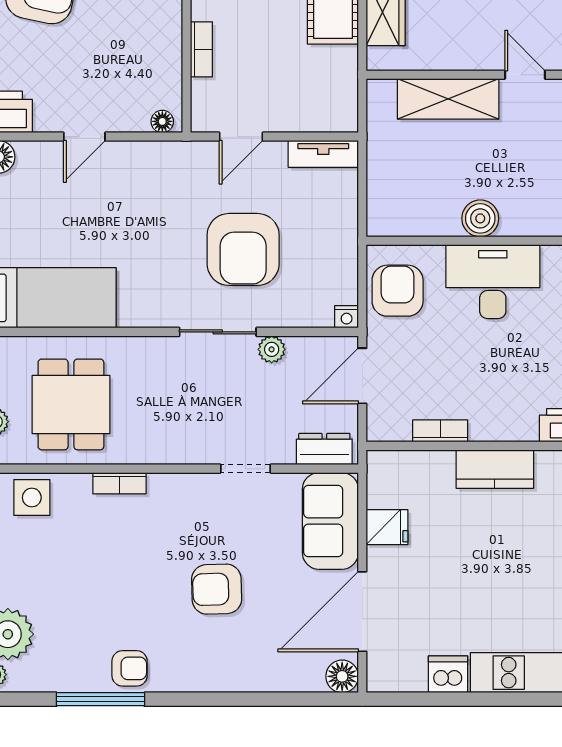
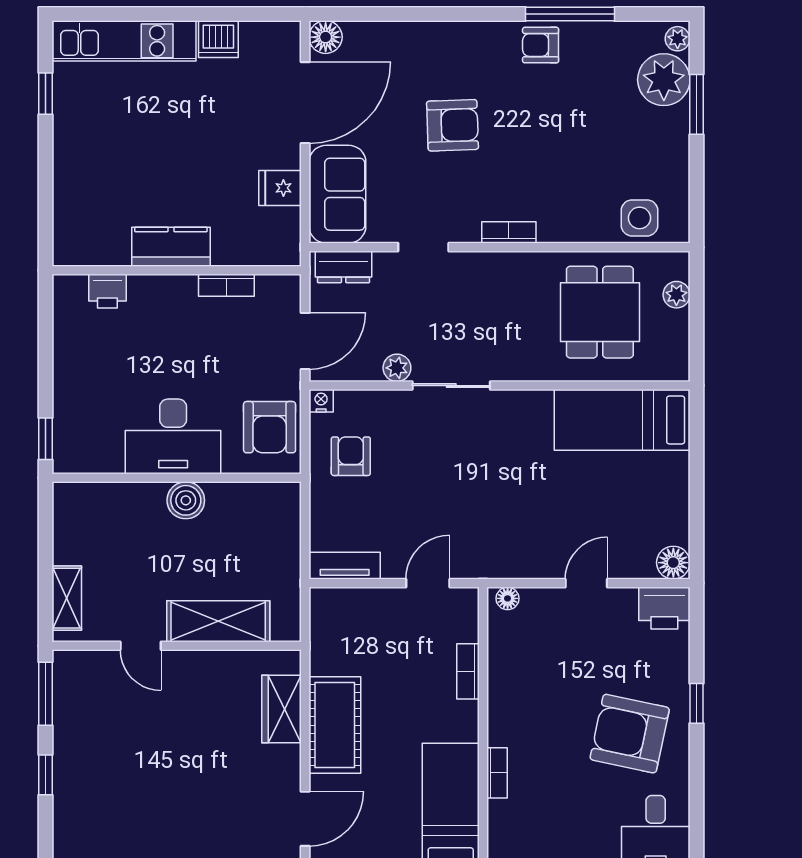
armchair: (243, 249) -> (351, 456), moved, width x0.53, depth x0.53
bookcase: (119, 483) -> (509, 232), moved

